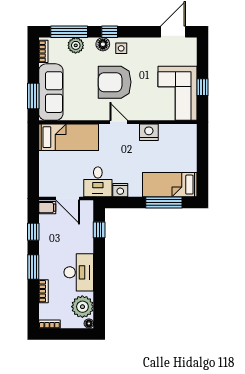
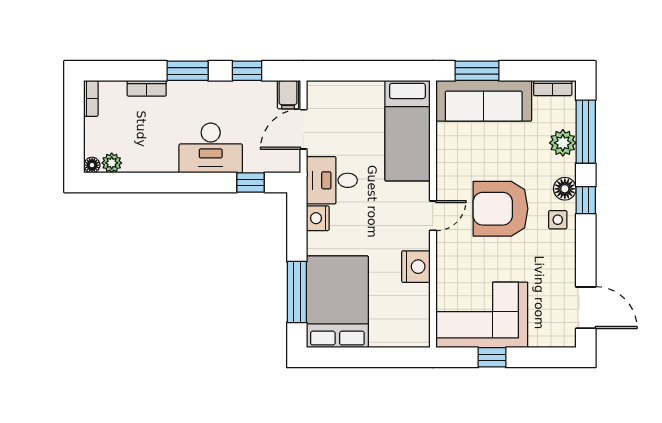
armchair: (115, 82) -> (500, 209), turned -90
bed: (170, 185) -> (337, 302), width x1.50
desk: (79, 272) -> (211, 148), moved
plant: (82, 307) -> (112, 163), width x0.53, depth x0.53

